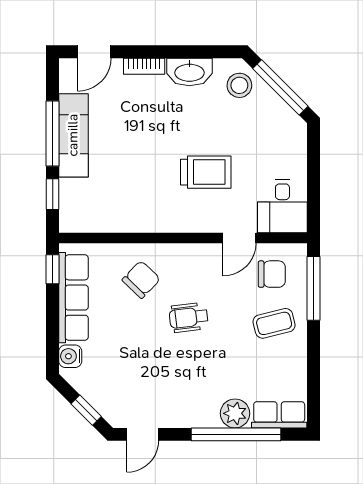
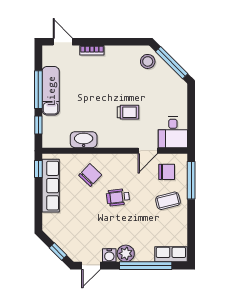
door: (94, 52) -> (63, 42), swing flipped
washbasin: (189, 72) -> (84, 140), moved, turned 180
trolley: (206, 172) -> (128, 112), width x0.73, depth x0.72
water cooler: (70, 356) -> (109, 255), moved, turned -90
plant: (235, 413) -> (126, 253), moved

